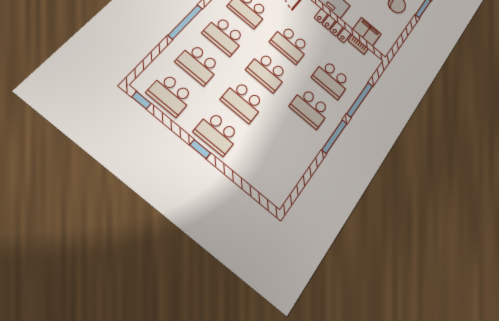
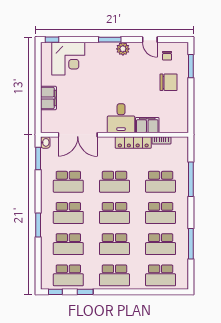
window: (185, 22) -> (38, 225), width x0.69
filing cabinet: (367, 32) -> (147, 125), moved
window: (334, 137) -> (191, 244), moved
school desk: (287, 139) -> (161, 244), added
window: (200, 149) -> (85, 292), moved
school desk: (263, 172) -> (161, 275), added

